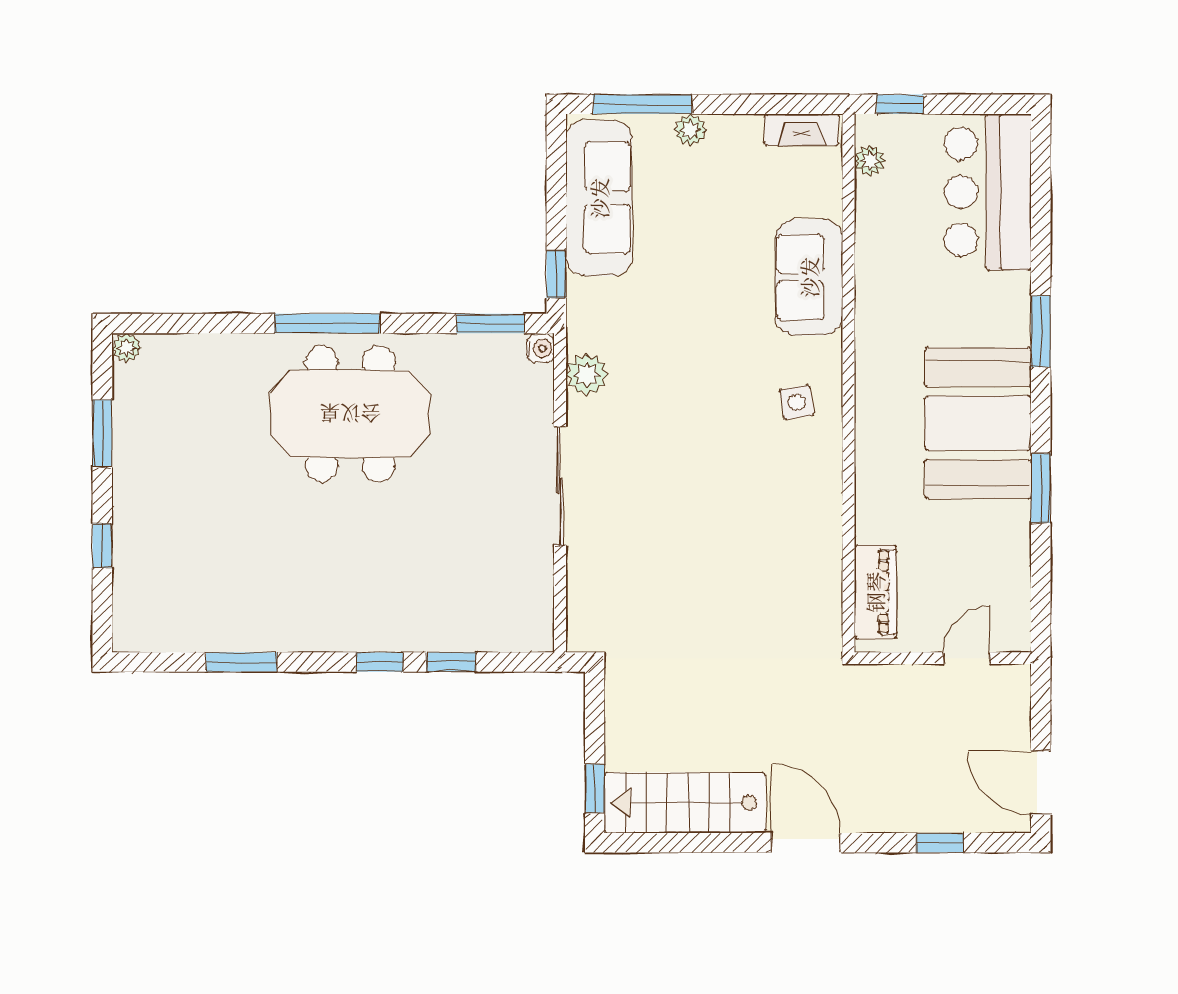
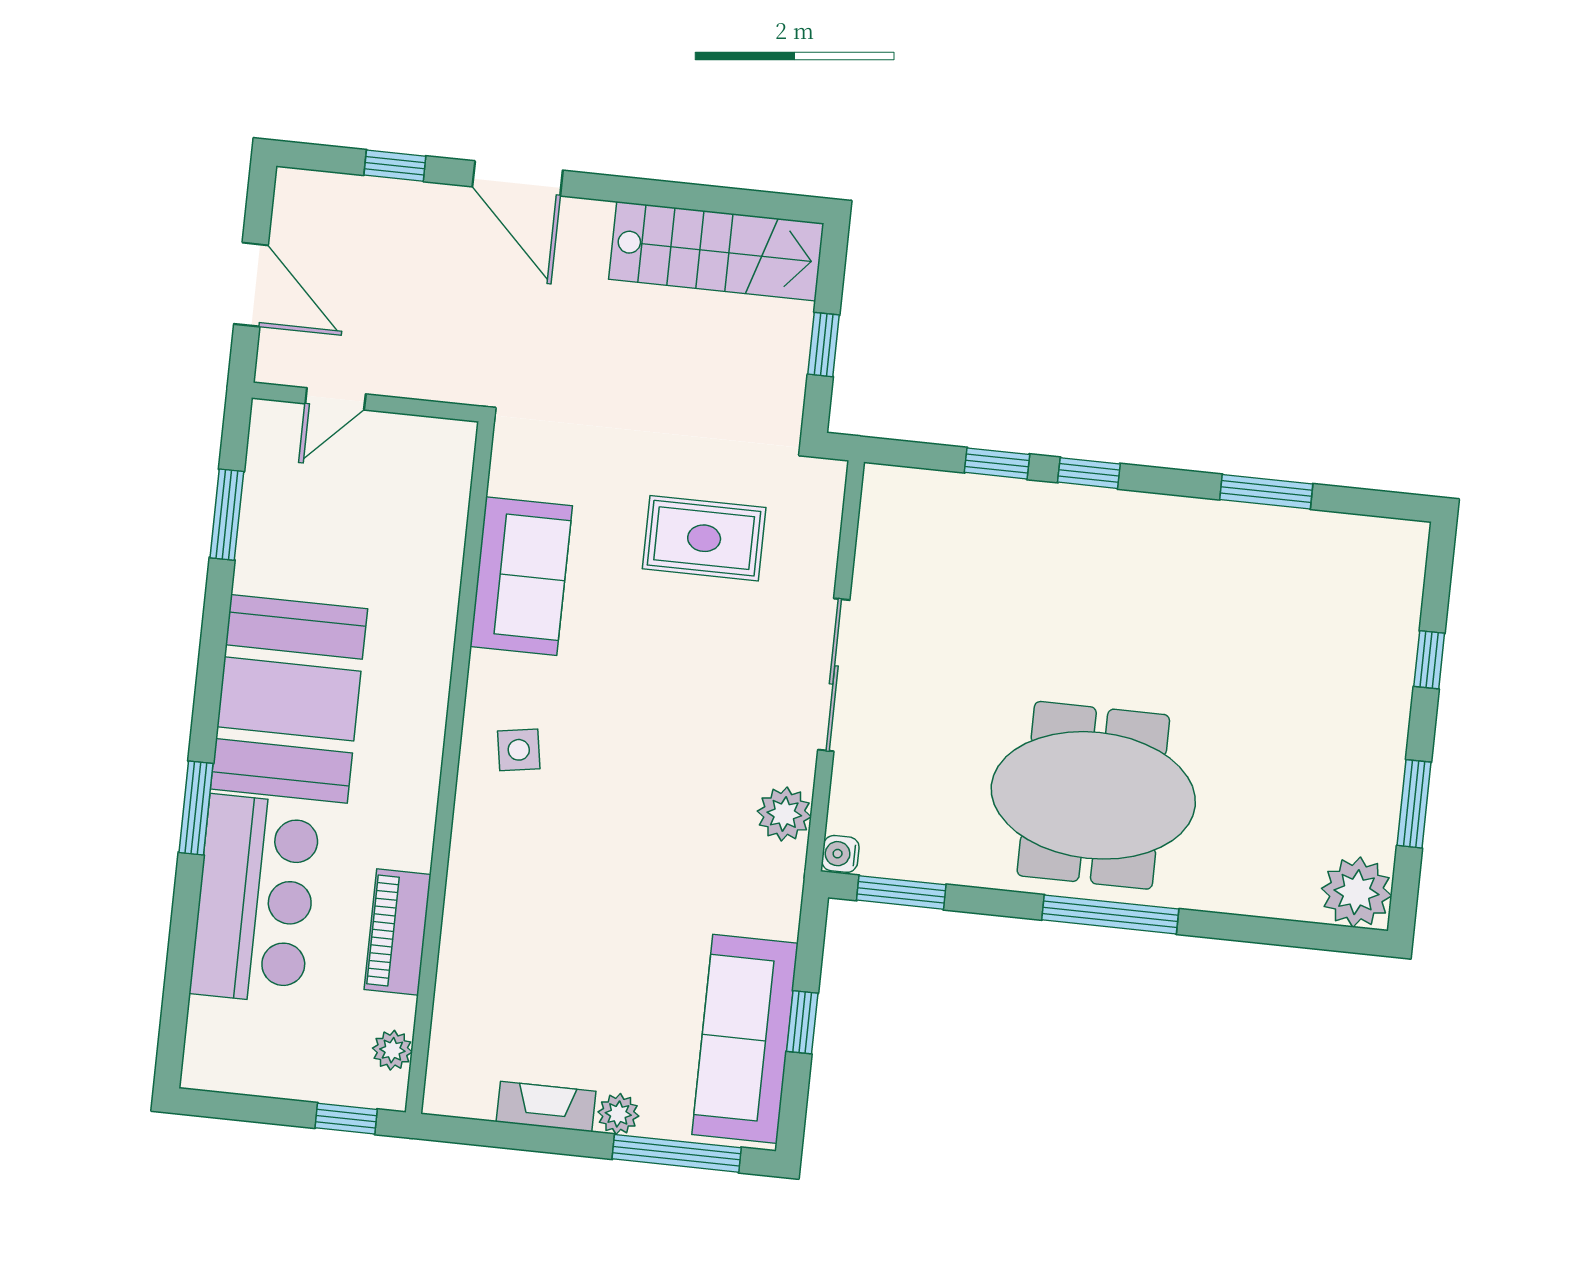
fireplace: (802, 130) -> (546, 1106), moved
bar counter: (988, 192) -> (255, 899), moved
window: (556, 274) -> (802, 1022), moved
sofa: (809, 277) -> (521, 576), moved
plant: (127, 348) -> (1357, 892), width x1.87, depth x1.87
window: (1041, 488) -> (227, 515), moved
rug: (671, 581) -> (704, 538), added
piano: (875, 592) -> (398, 932), moved
door: (1041, 782) -> (251, 285), moved
window: (595, 788) -> (824, 345), moved
door: (806, 843) -> (518, 178), moved

